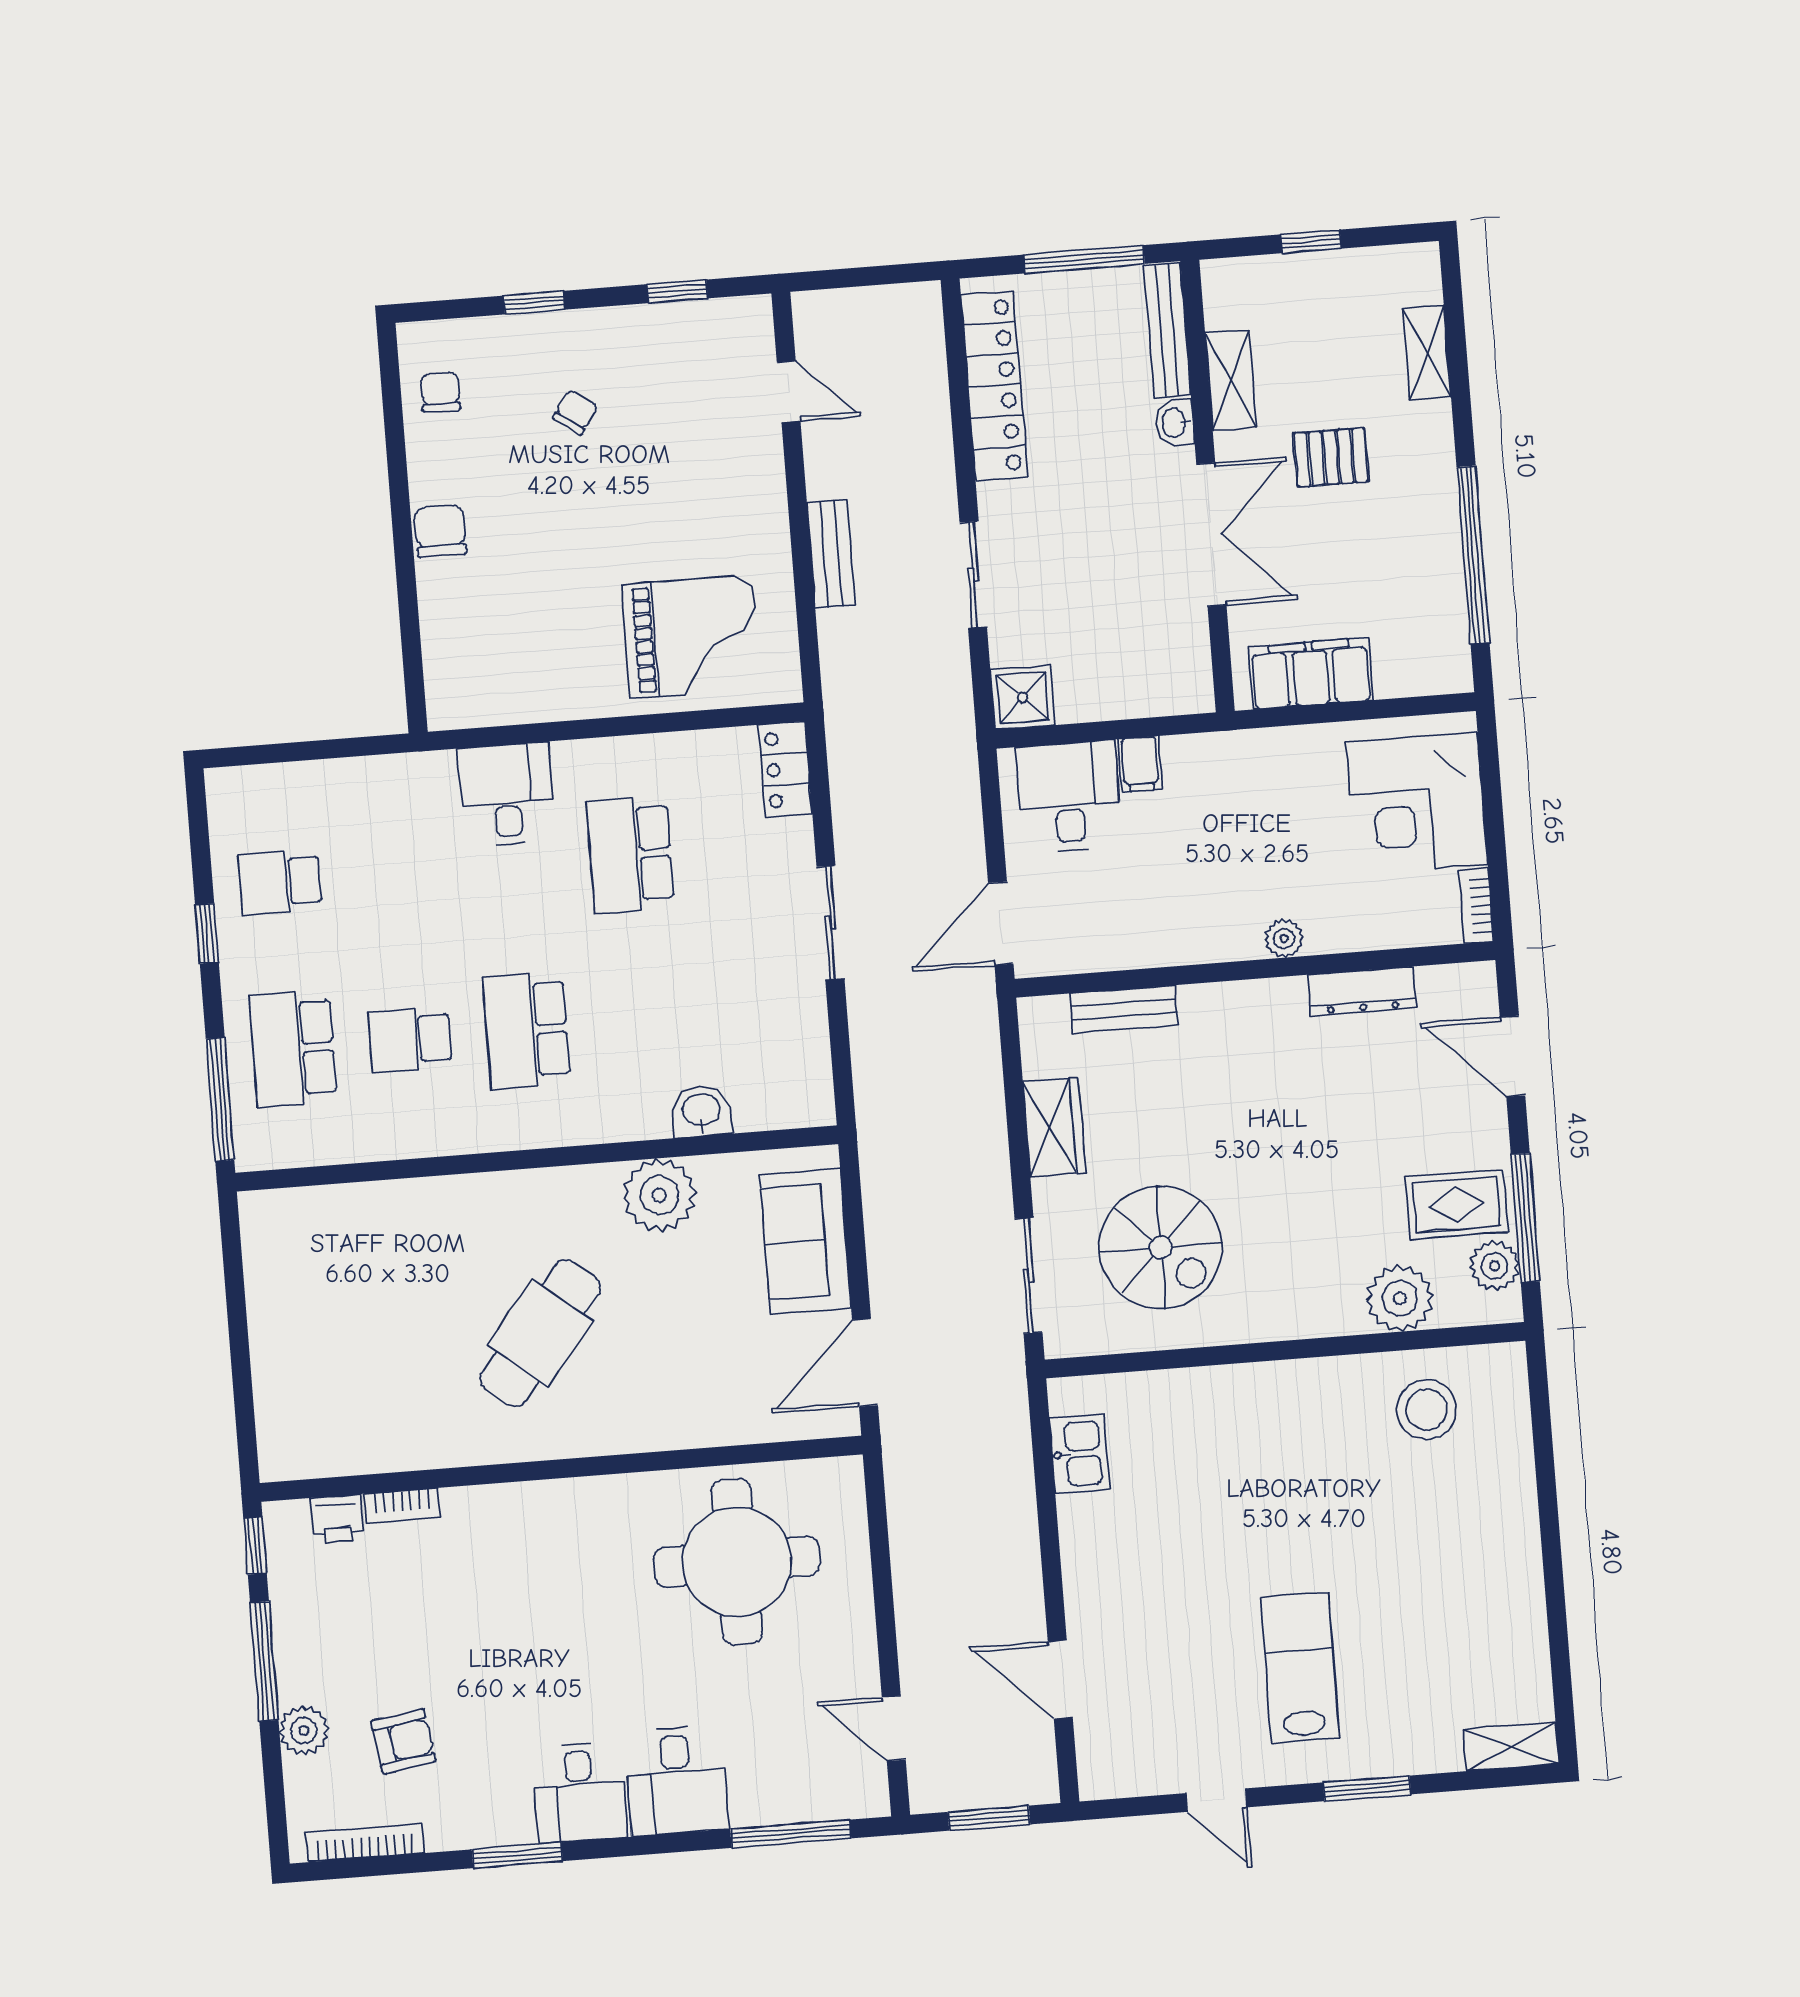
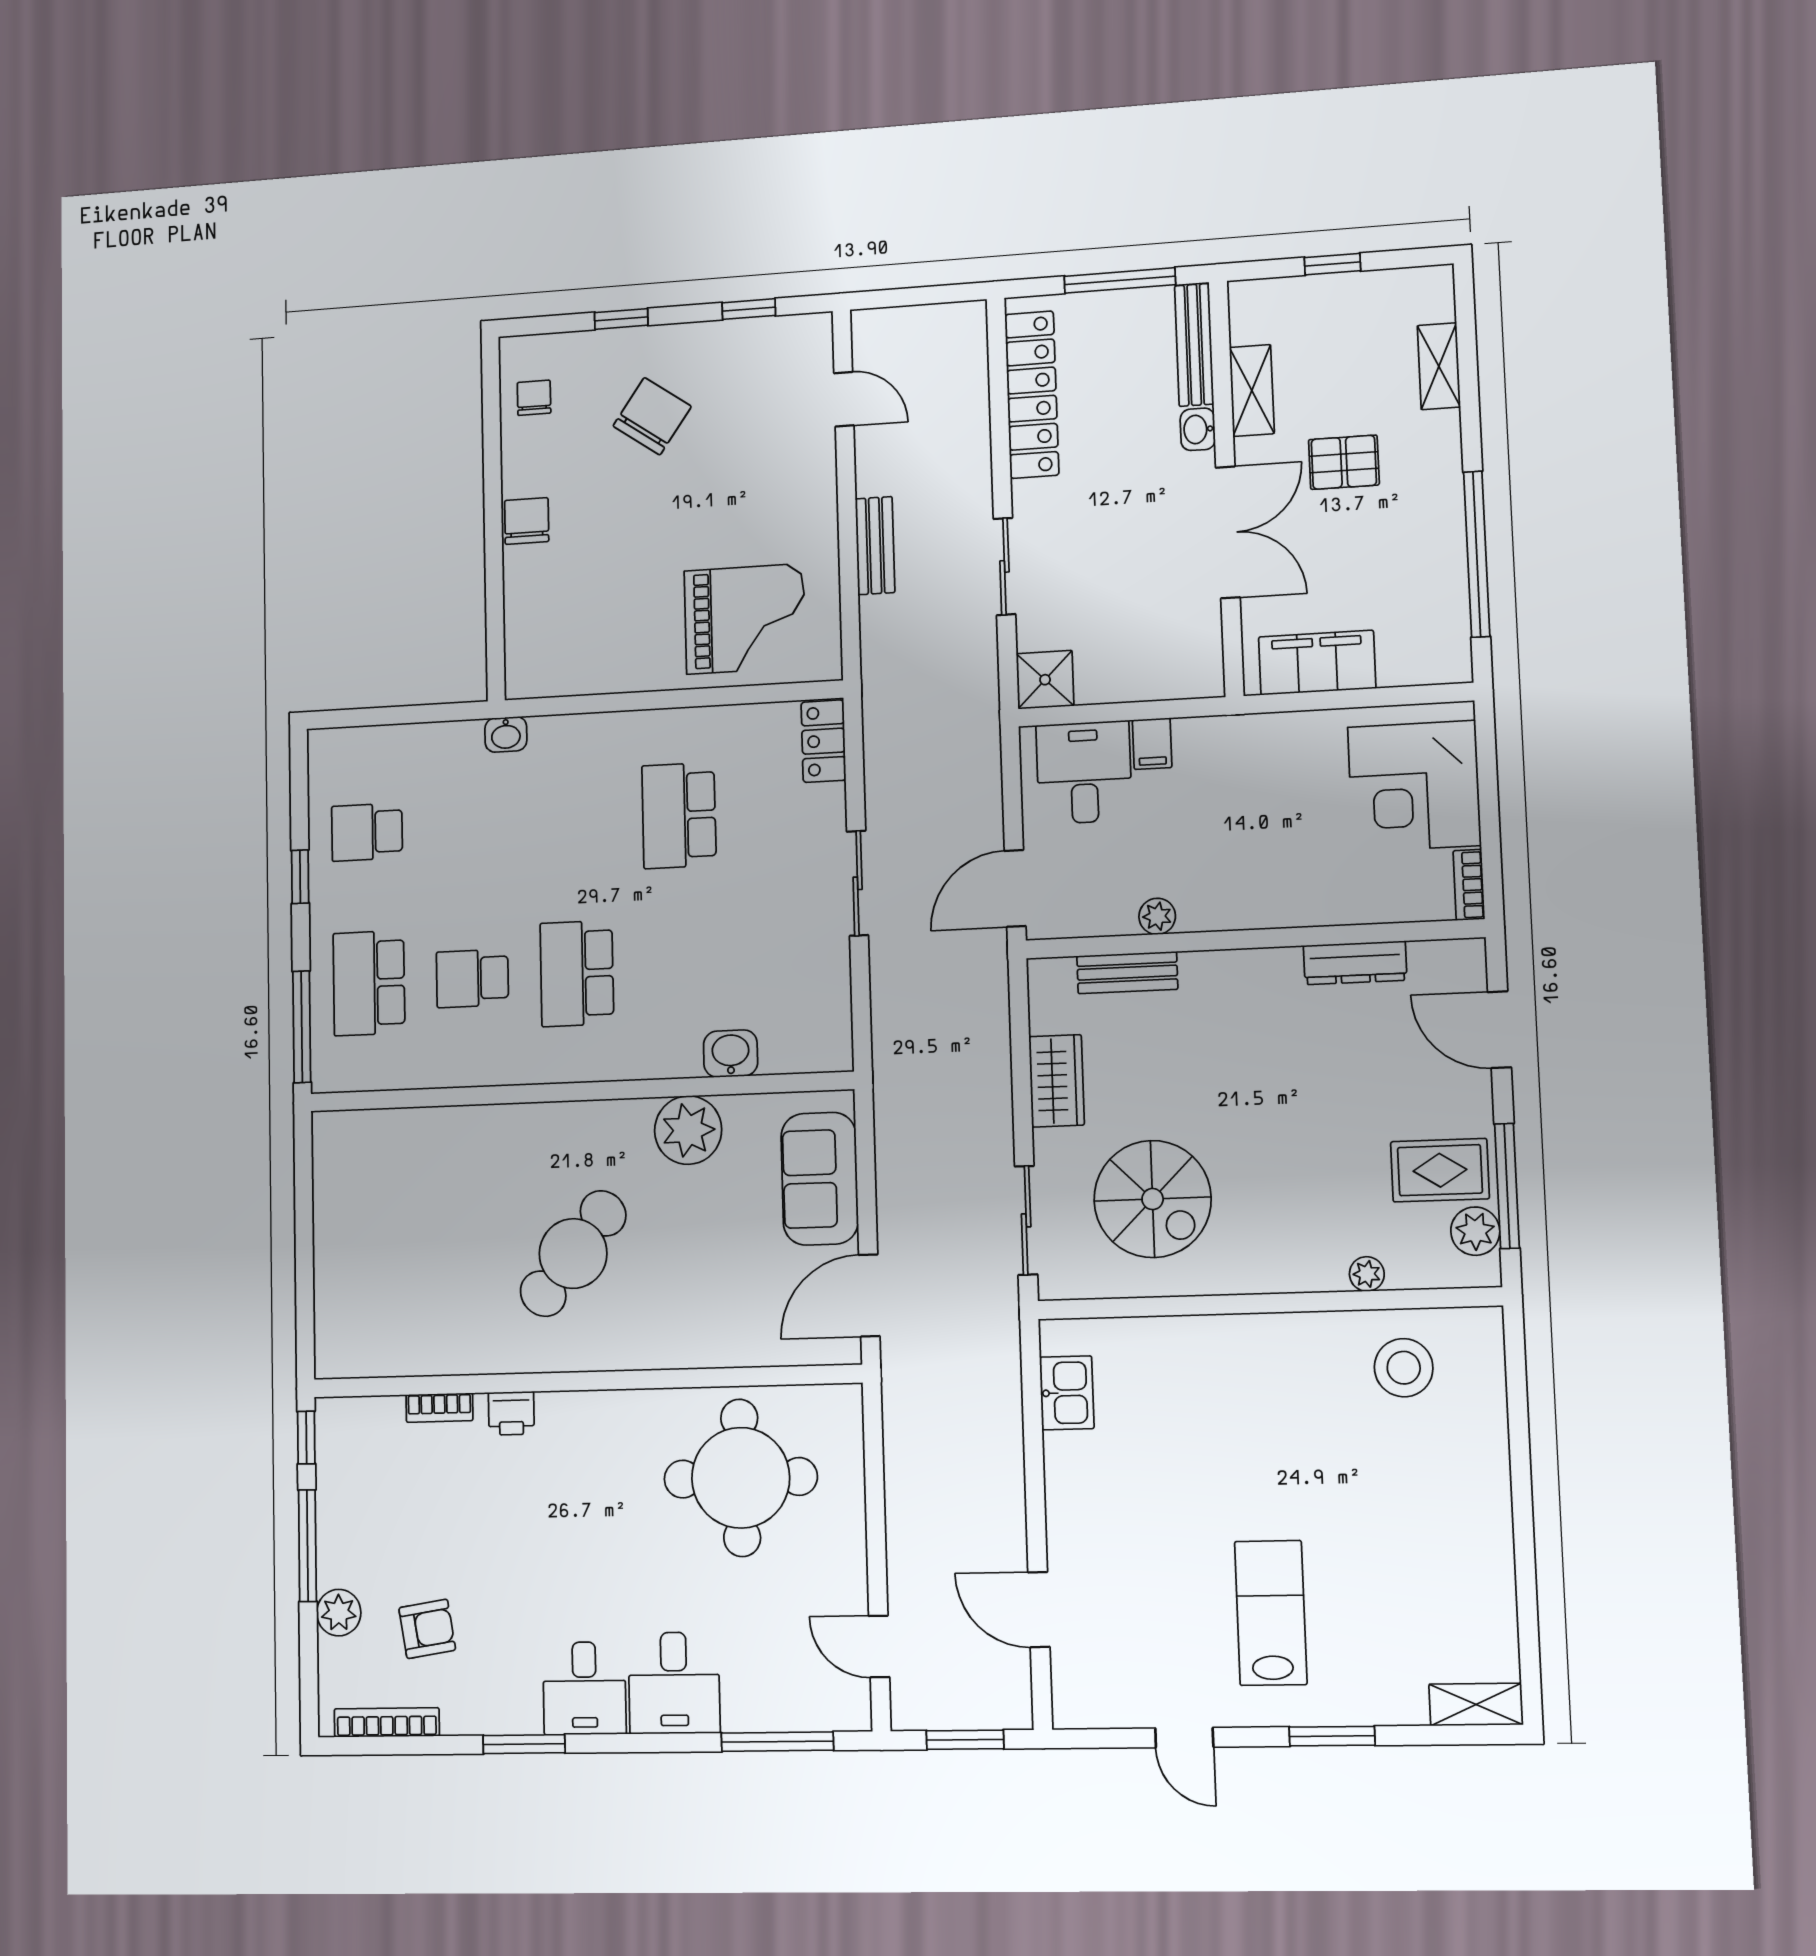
chair: (575, 412) -> (652, 416), width x1.87, depth x1.87
washbasin: (431, 770) -> (506, 734), added
desk: (507, 794) -> (571, 758), removed
plant: (1284, 938) -> (1157, 916), moved
plant: (1400, 1298) -> (1367, 1274), width x0.53, depth x0.53
printer: (337, 1519) -> (511, 1413), moved

